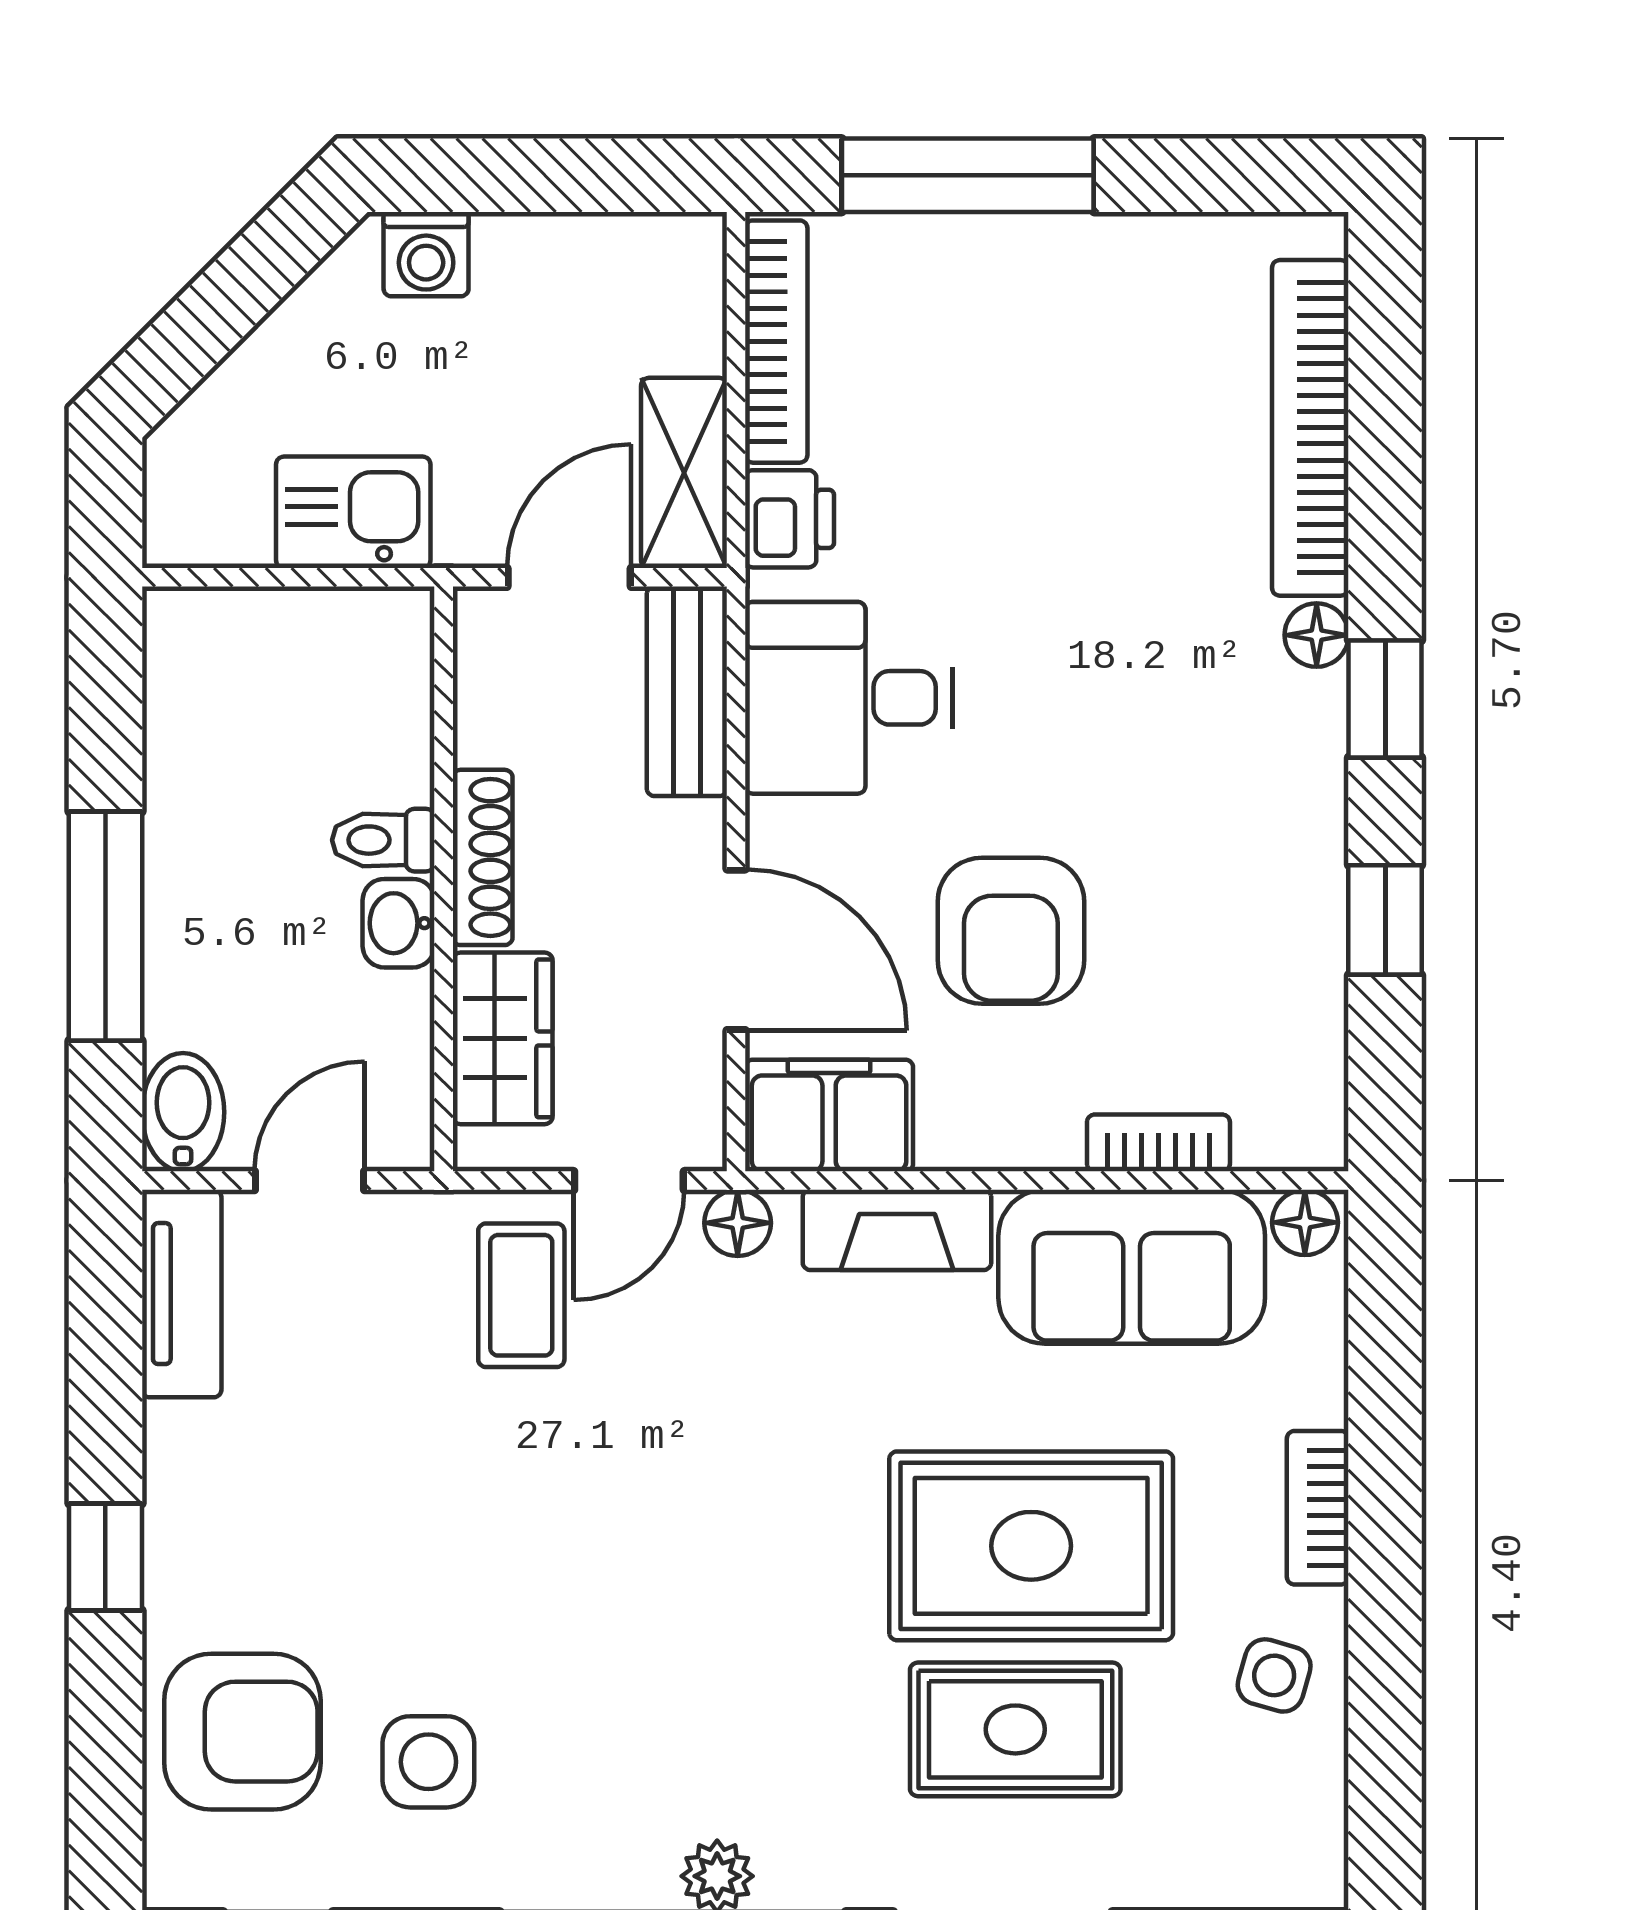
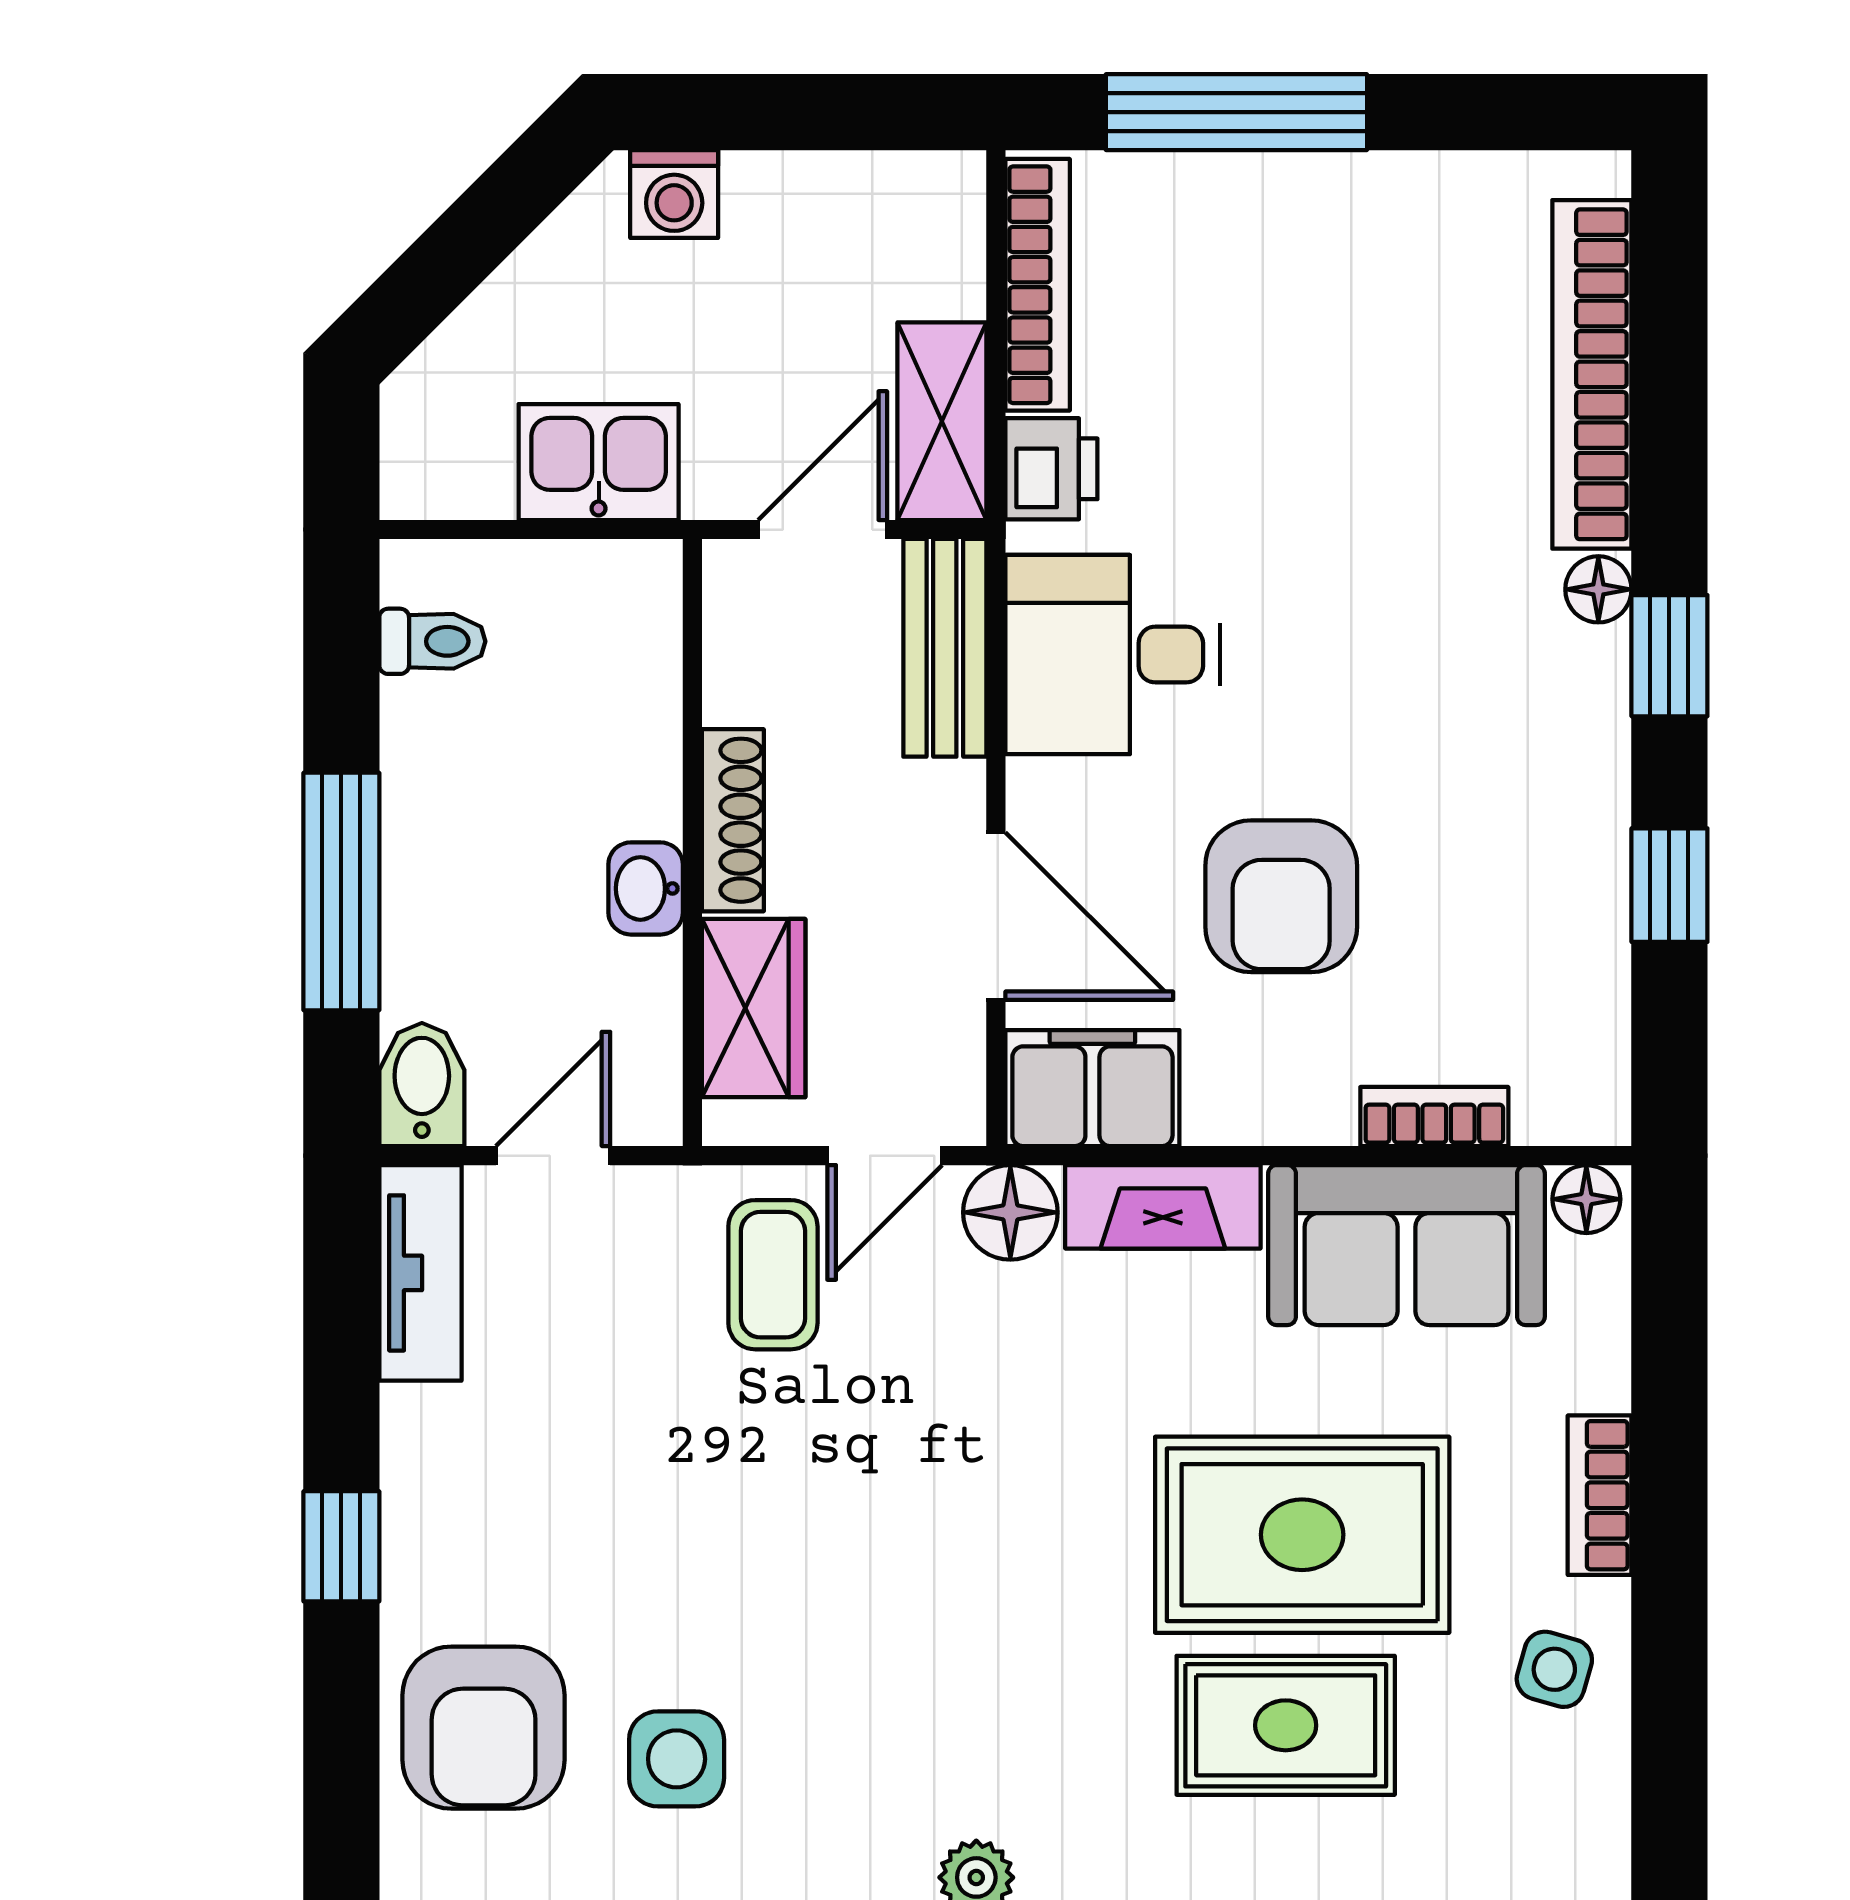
toilet: (383, 840) -> (432, 641), moved, turned 180
floor lamp: (738, 1223) -> (1010, 1212), width x1.37, depth x1.37
armchair: (242, 1732) -> (484, 1728), turned 90

